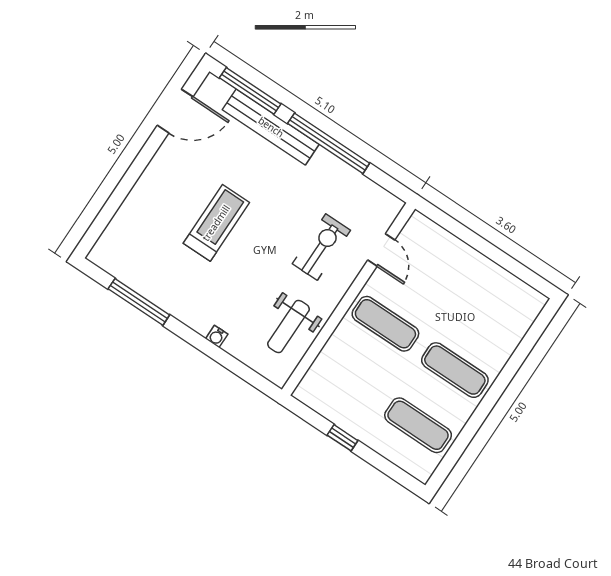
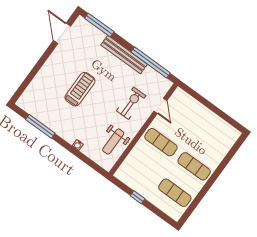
door: (175, 111) -> (62, 33), swing flipped
bench: (271, 127) -> (124, 55), moved
window: (329, 143) -> (151, 63), moved

